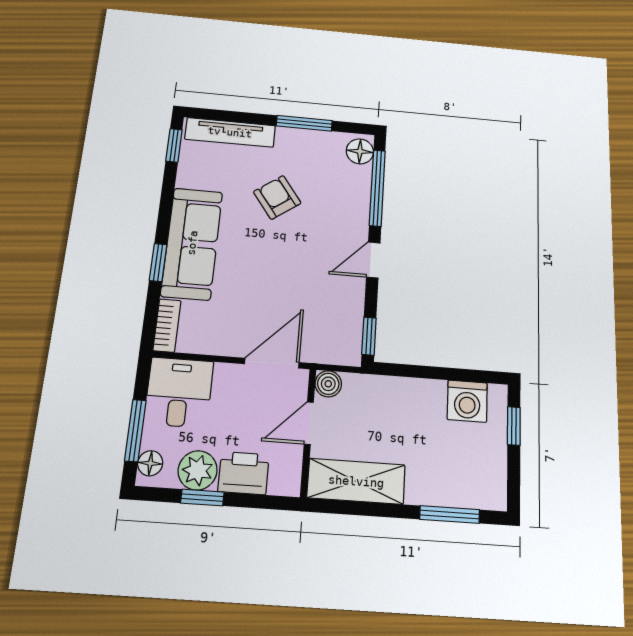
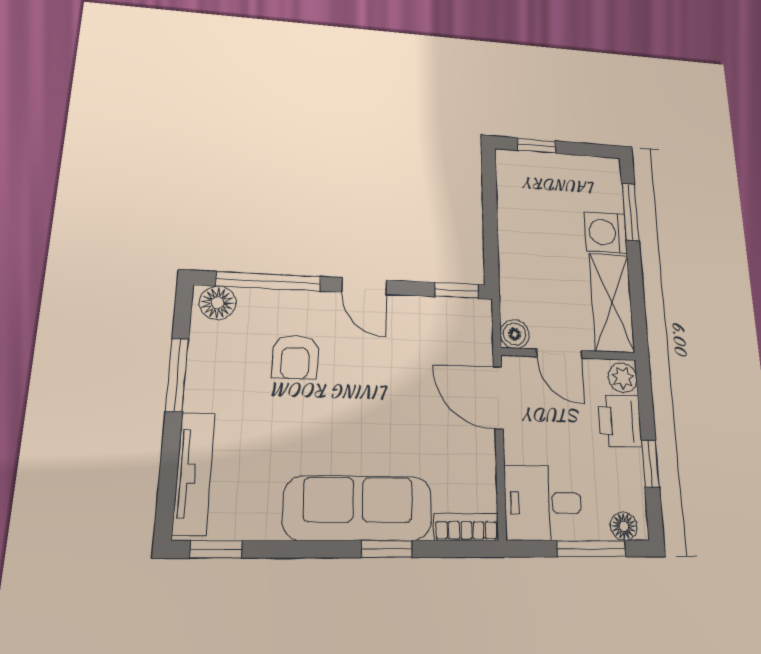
armchair: (277, 197) -> (295, 357), moved, turned -54
washing machine: (467, 401) -> (606, 232), moved, turned 180
plant: (198, 470) -> (623, 378), moved, width x0.73, depth x0.73

